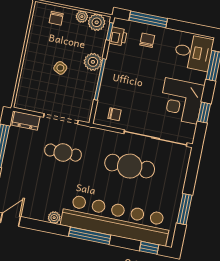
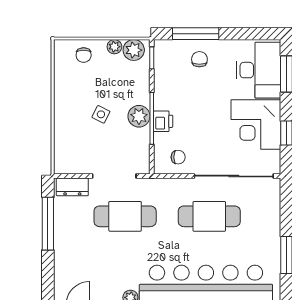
printer: (118, 37) -> (163, 121), moved
desk: (193, 52) -> (259, 70), width x1.37
plant: (93, 62) -> (139, 116), moved
cafe table: (63, 153) -> (125, 216), width x1.37, depth x1.35

